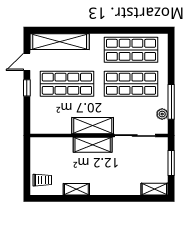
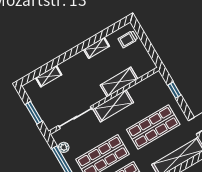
window: (27, 88) -> (174, 90), moved
shelving: (93, 145) -> (119, 82), moved
shelving: (154, 189) -> (49, 76), moved

